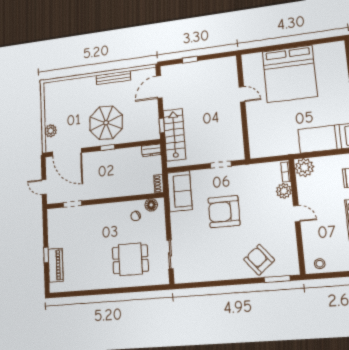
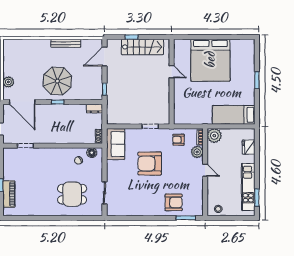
stairs: (174, 135) -> (143, 47), moved, turned 90
armchair: (258, 178) -> (178, 140), added
armchair: (259, 260) -> (174, 202), turned 129

